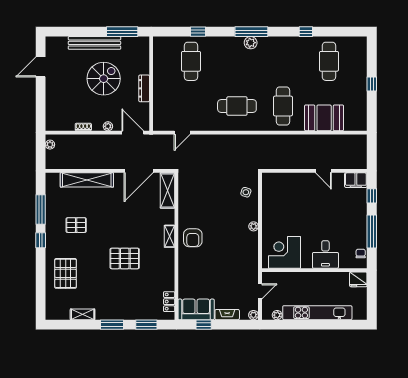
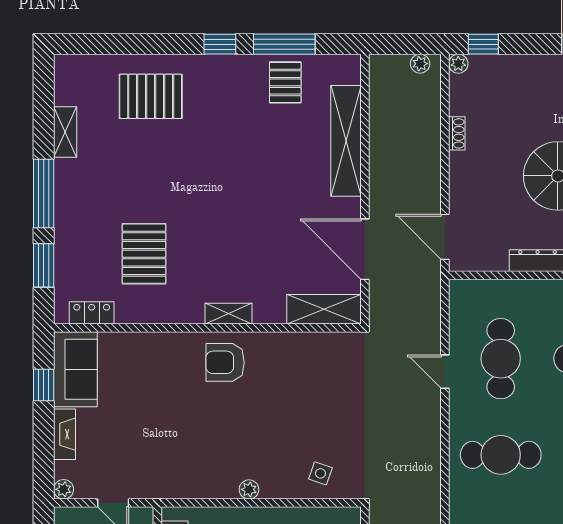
cafe table: (191, 106) -> (501, 359), added
cafe table: (237, 106) -> (501, 455), turned 90
window: (41, 114) -> (483, 44), added
plant: (108, 126) -> (458, 64), moved
door: (133, 133) -> (445, 237), swing flipped
door: (182, 133) -> (445, 372), moved
pallet: (76, 225) -> (285, 82), moved
pallet: (125, 258) -> (144, 254), moved
window: (112, 325) -> (44, 194), width x1.44

